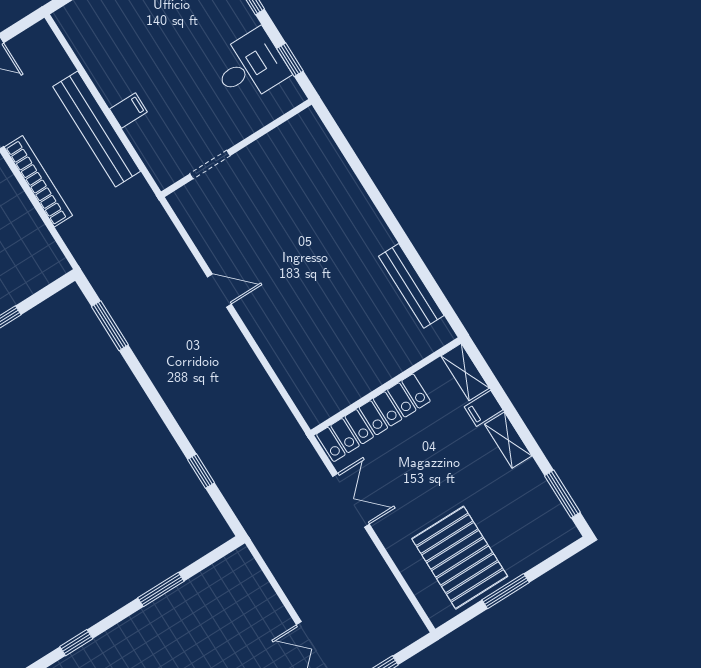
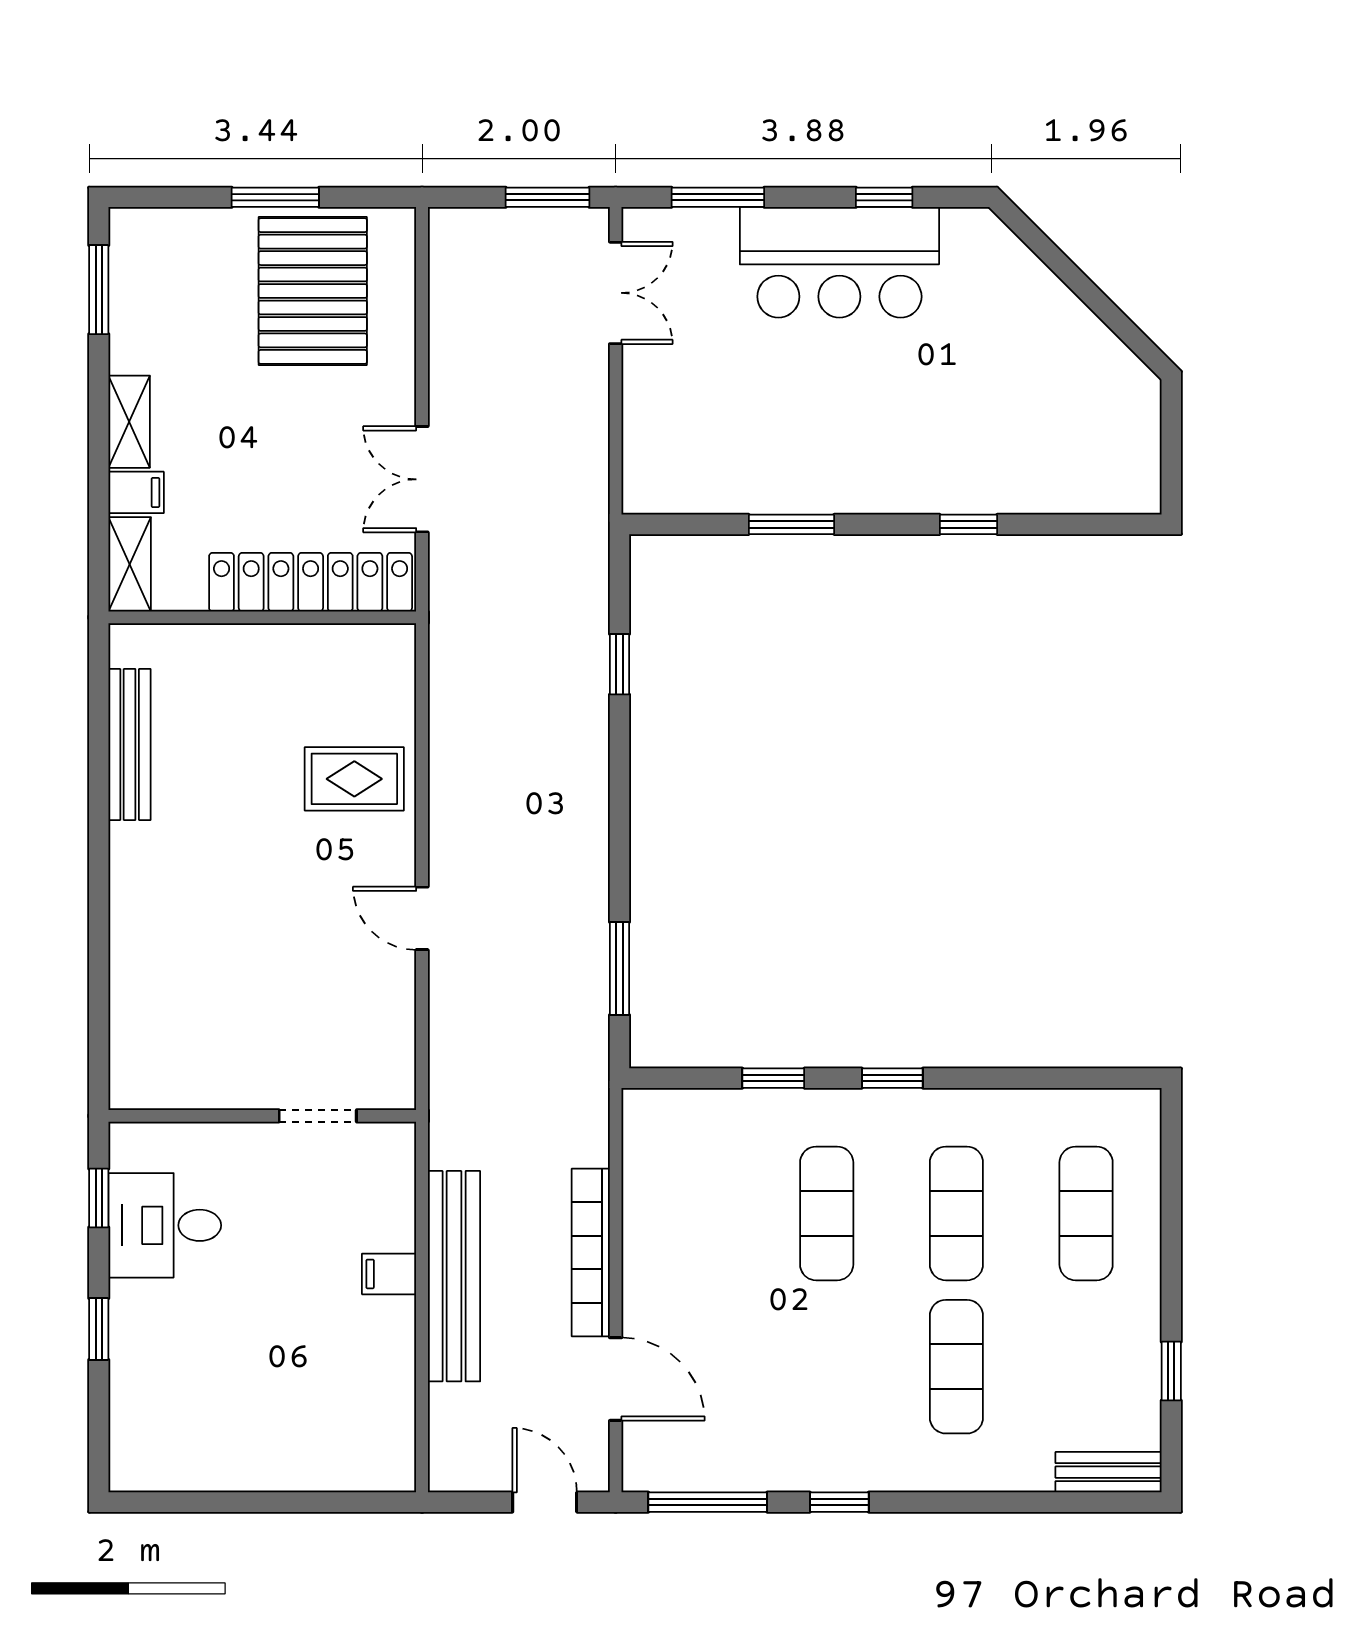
rug: (294, 337) -> (354, 779), added

